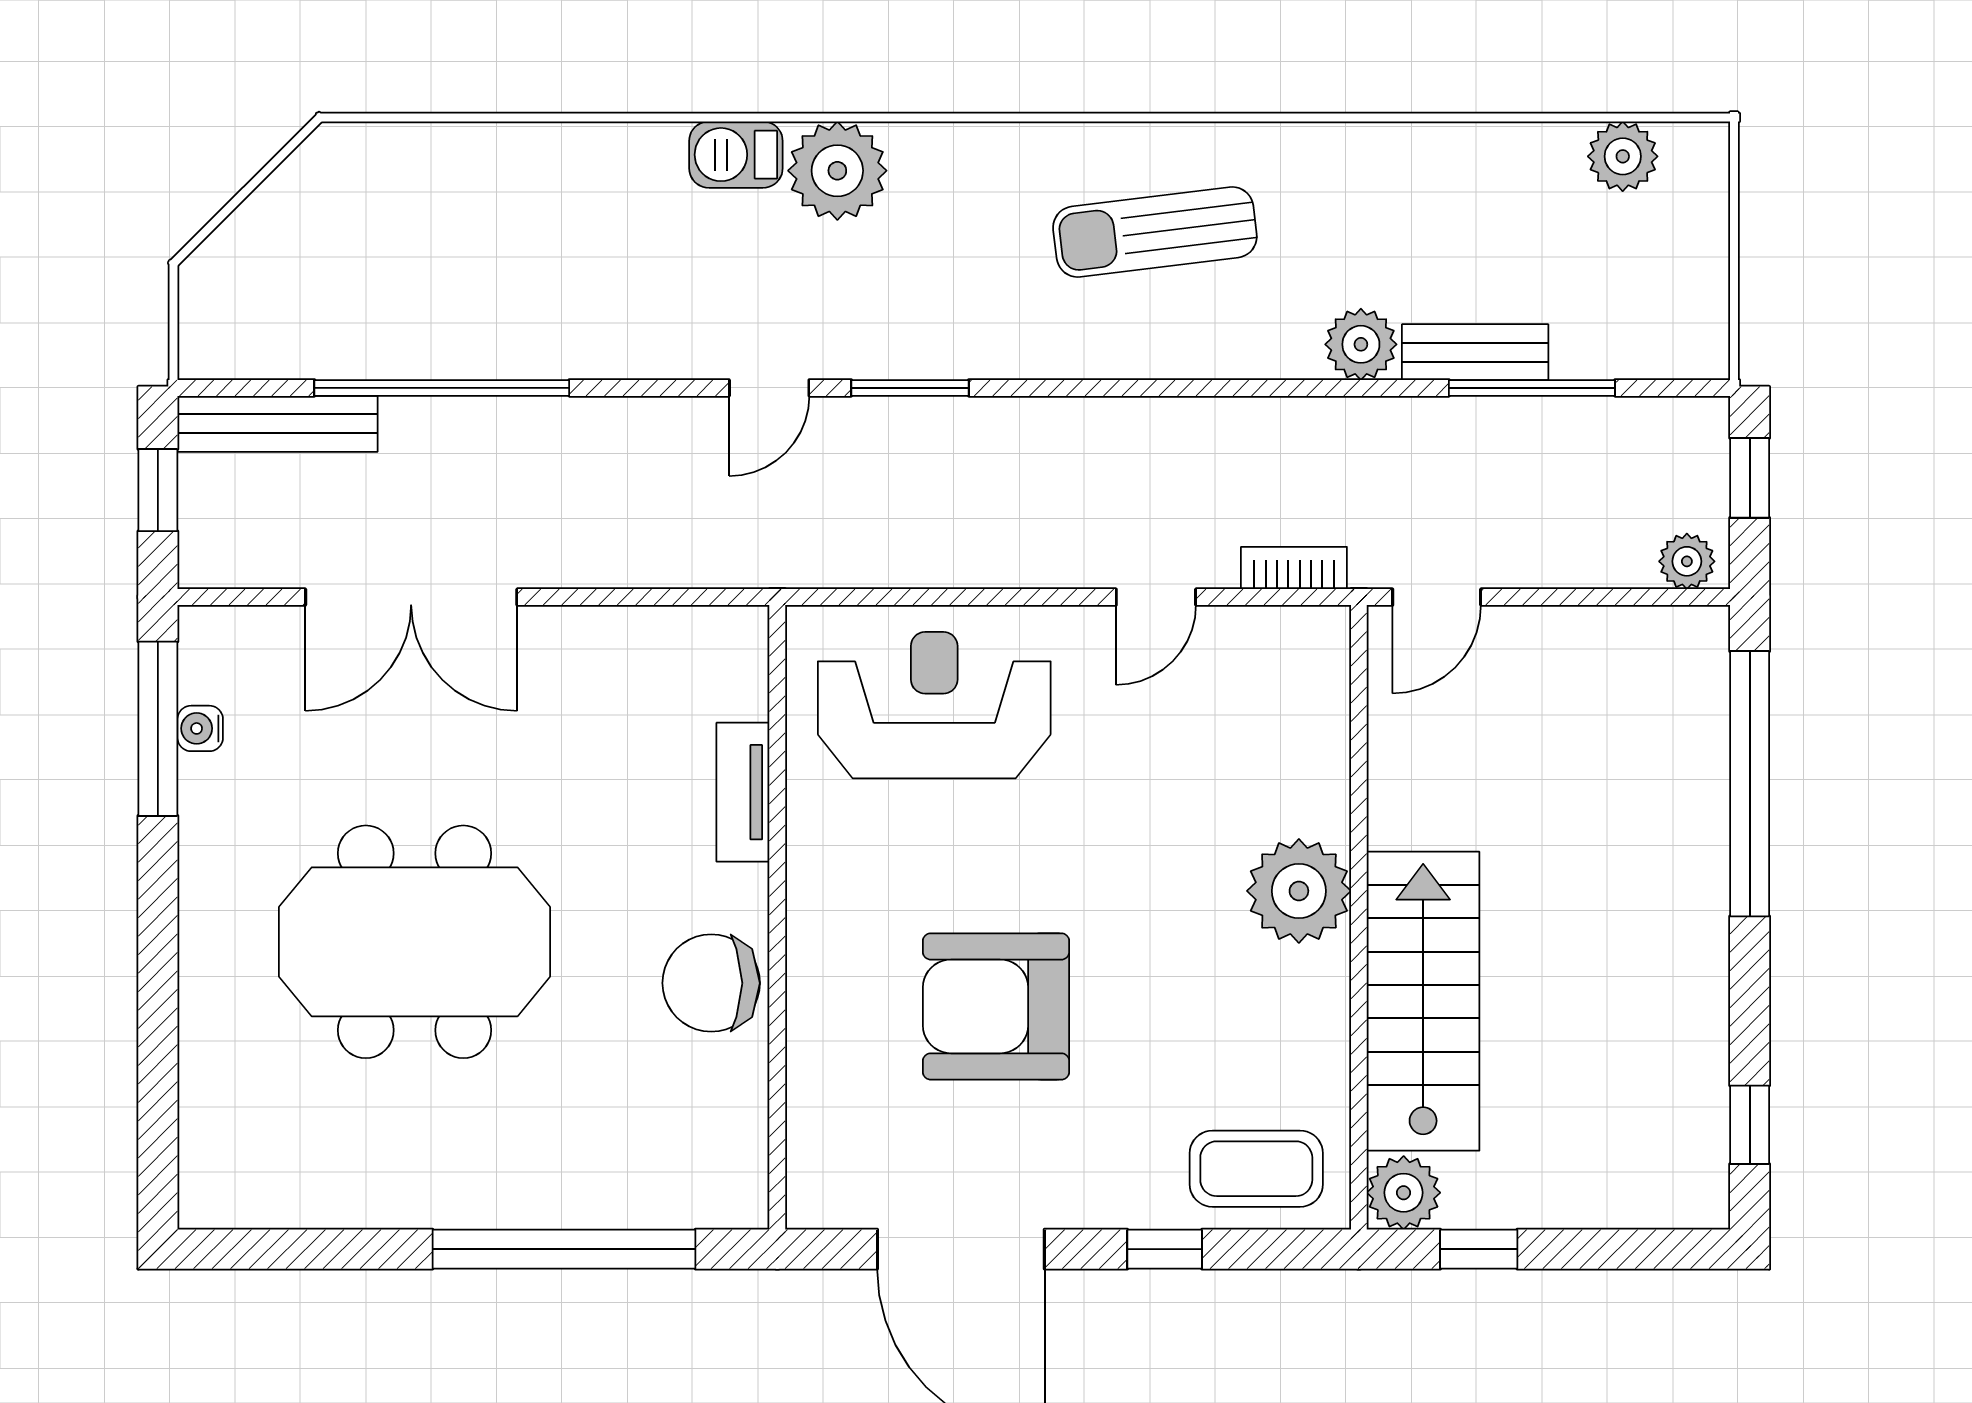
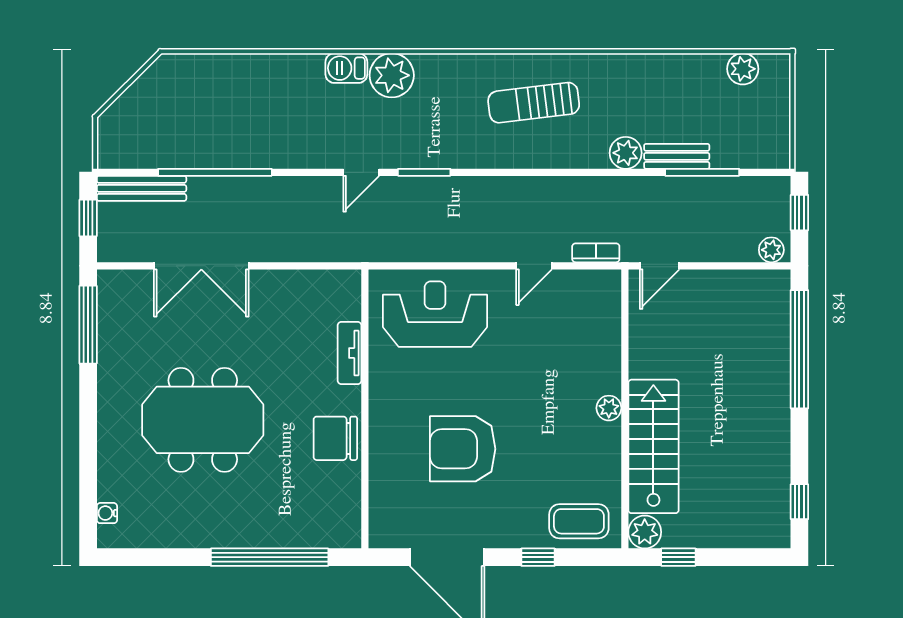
water cooler: (200, 728) -> (107, 513), moved
plant: (1299, 891) -> (609, 408), width x0.53, depth x0.53

